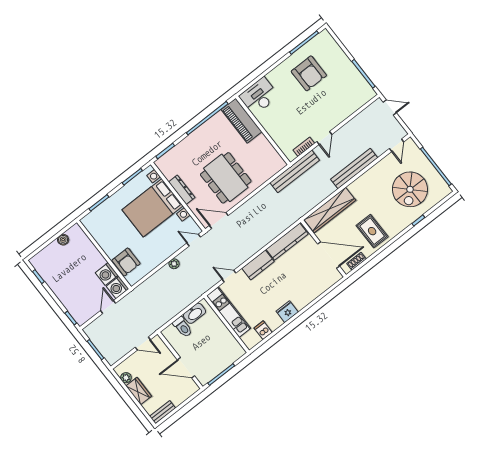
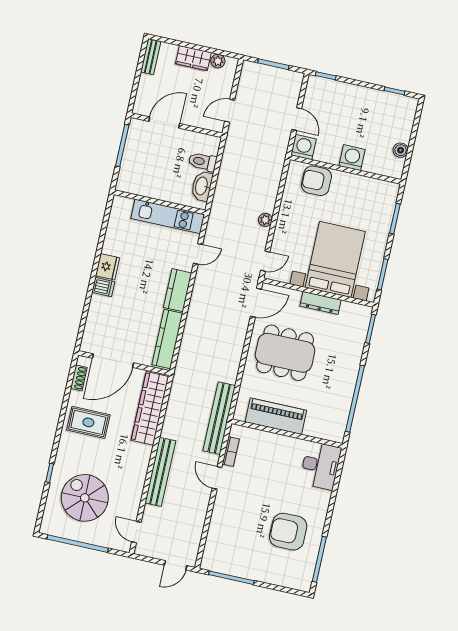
piano: (242, 121) -> (276, 416), moved
washing machine: (107, 274) -> (352, 158), moved
dishwasher: (263, 330) -> (103, 287), moved

